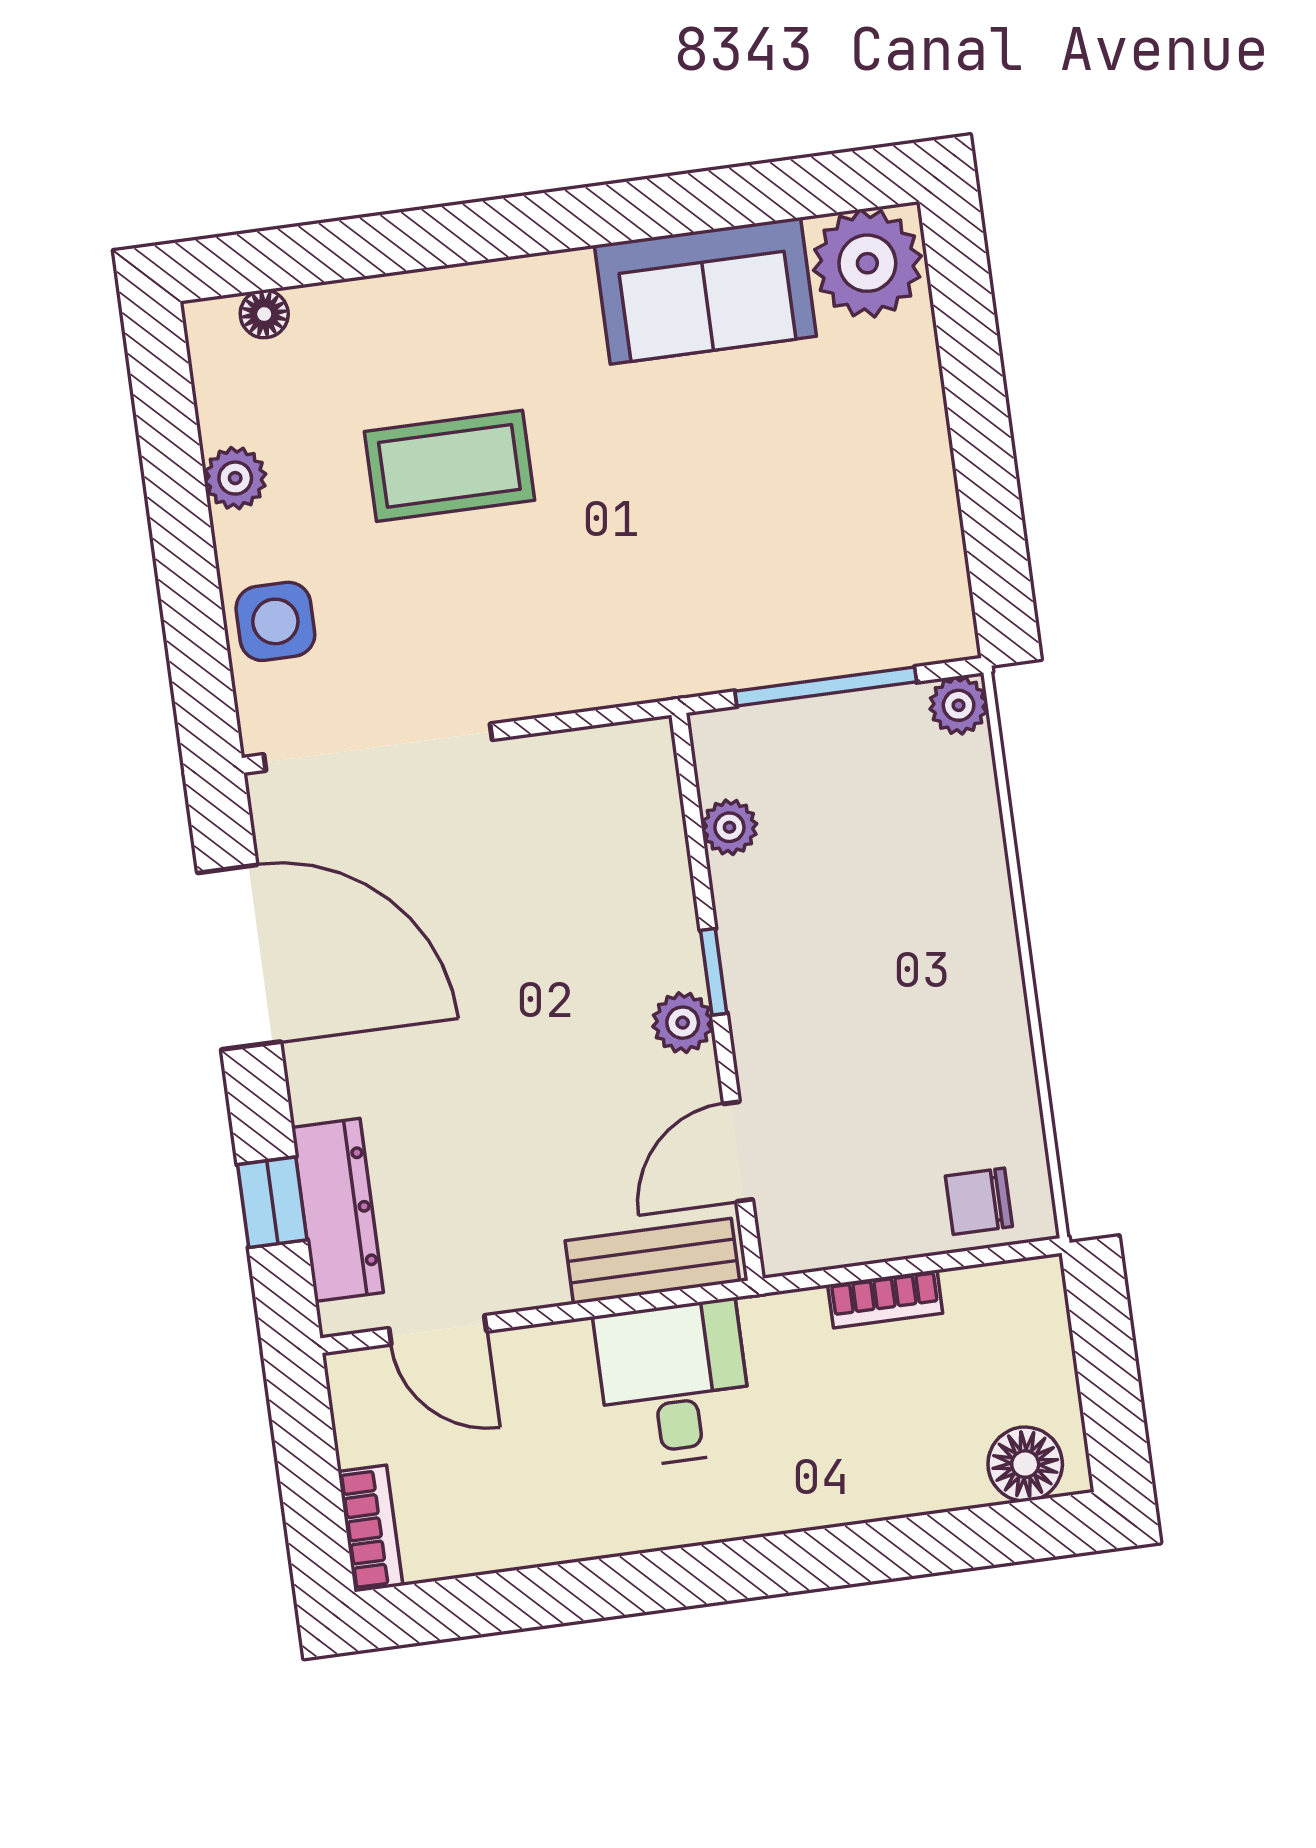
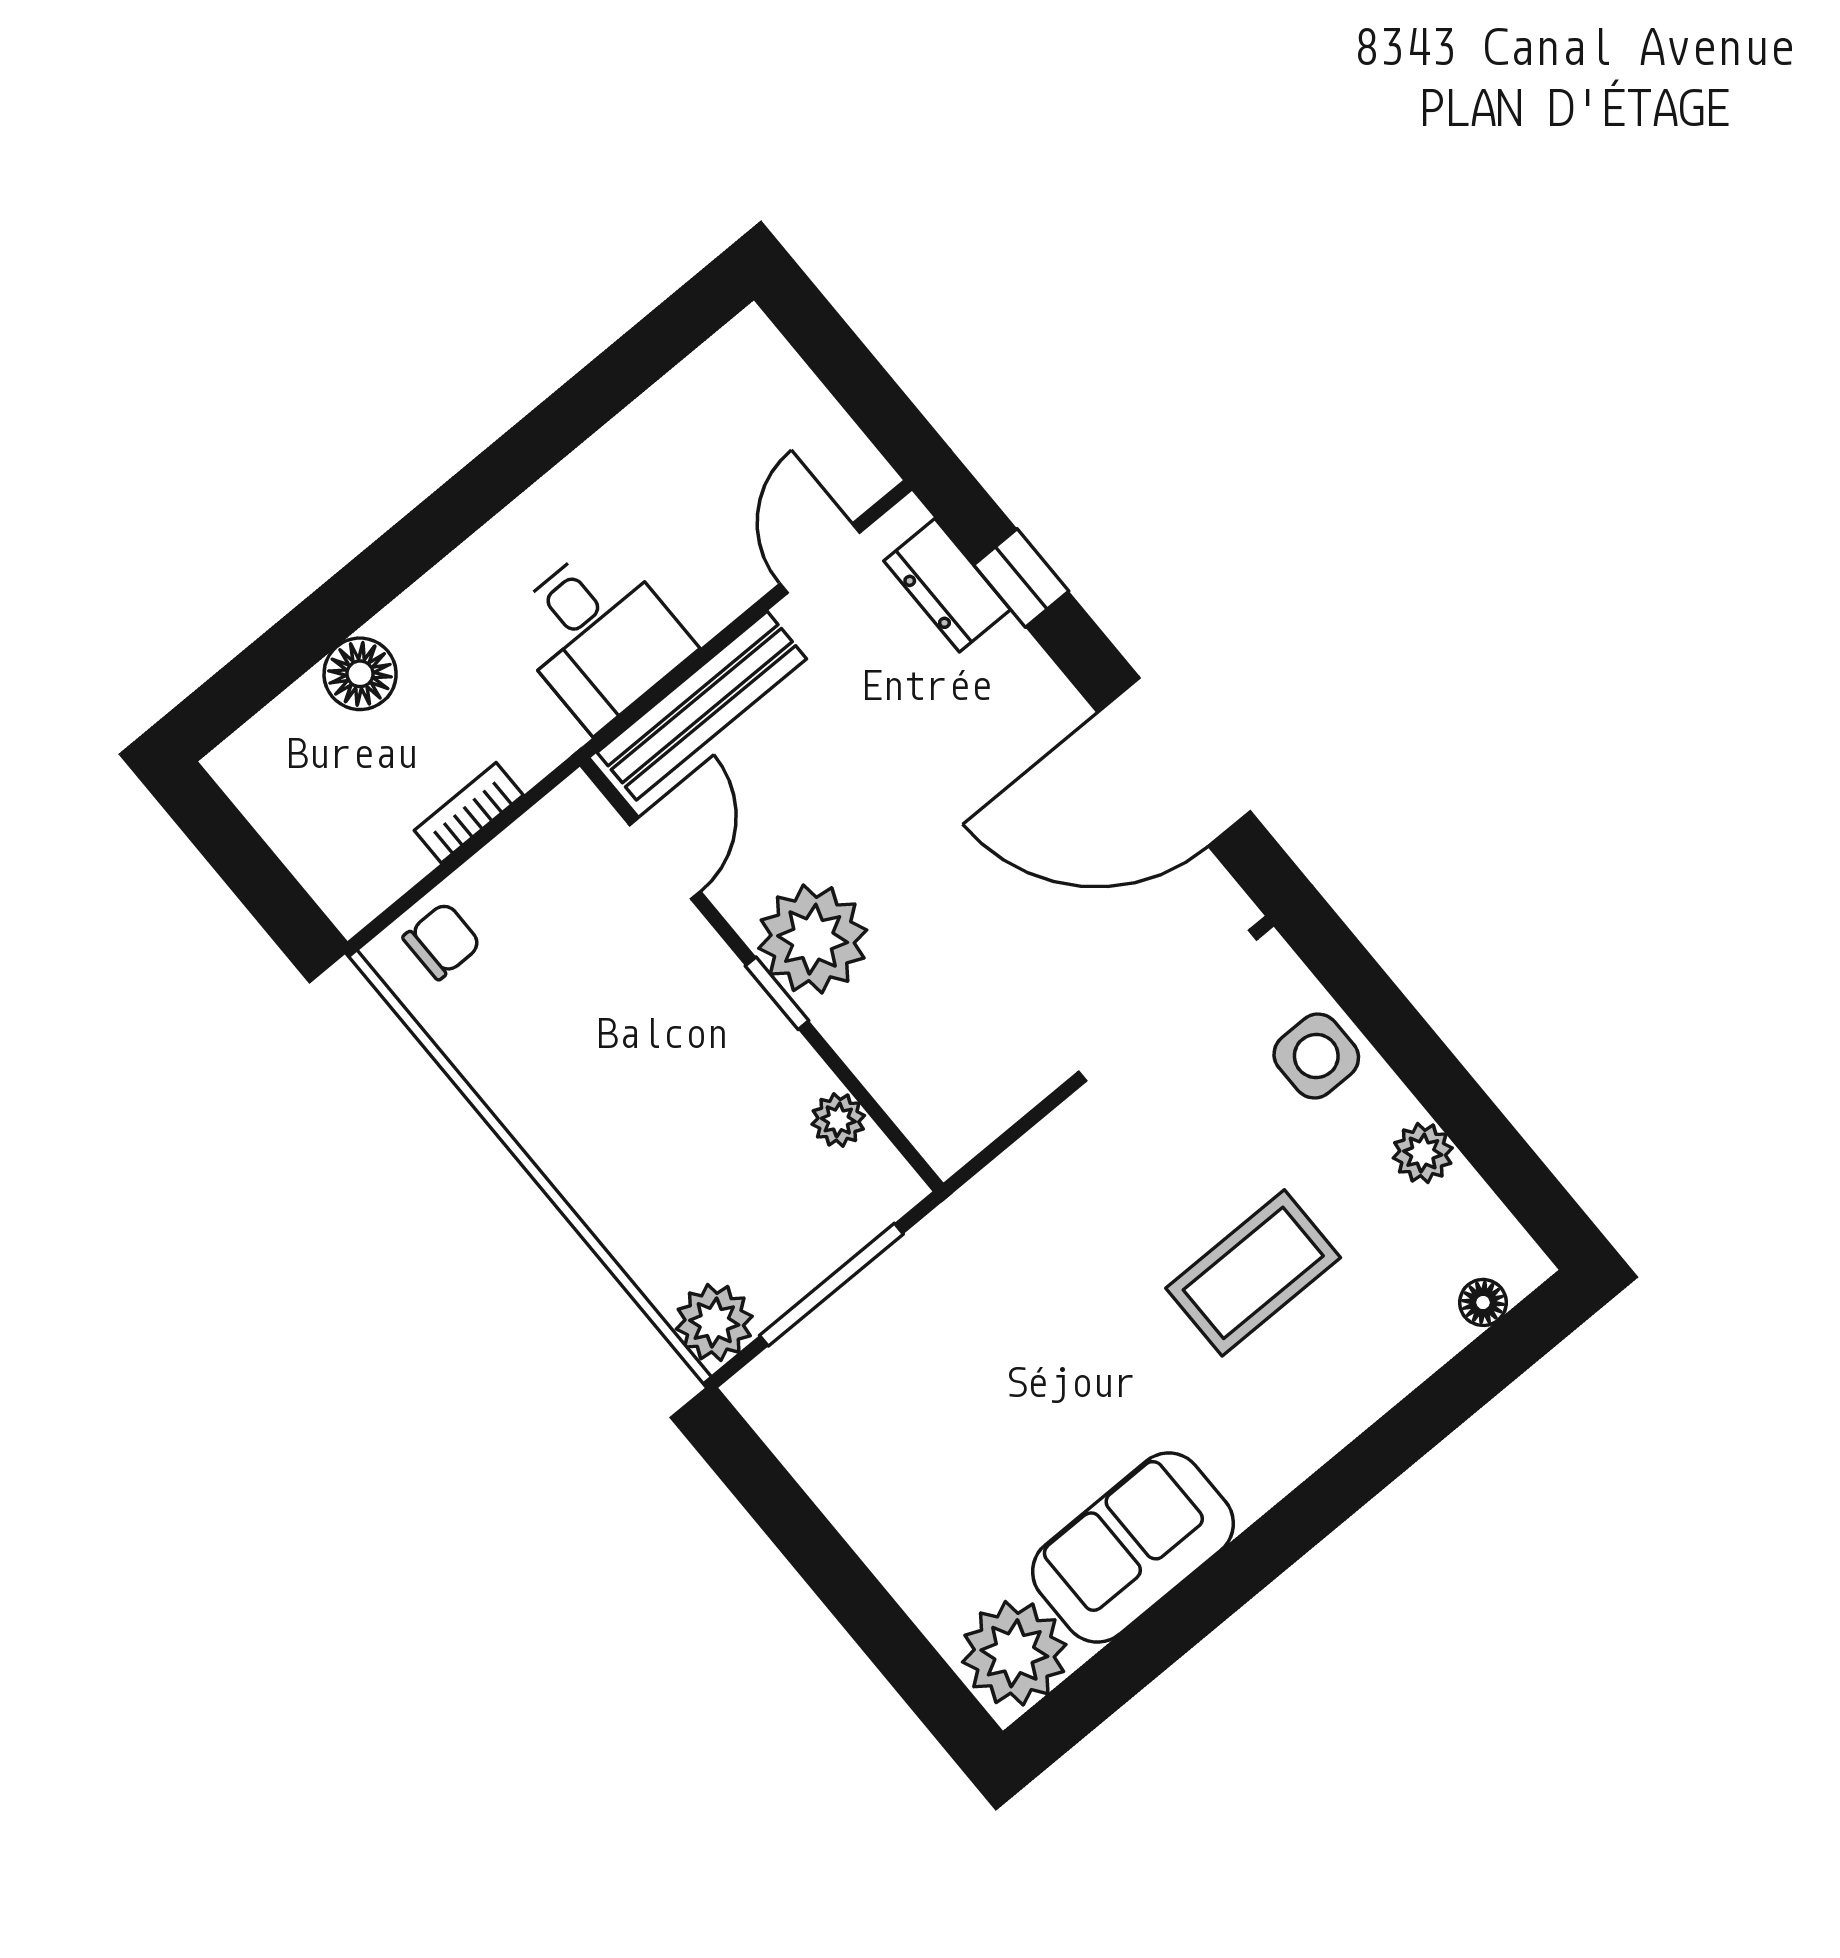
plant: (959, 705) -> (714, 1323), width x1.38, depth x1.38
plant: (683, 1023) -> (813, 939), width x1.87, depth x1.87
dresser: (338, 1210) -> (947, 585), width x0.70
bench: (652, 1261) -> (702, 706), width x1.36
door: (438, 1330) -> (820, 558), hinge flipped
floor lamp: (1025, 1464) -> (360, 674), moved
bookcase: (370, 1529) -> (773, 361), removed

